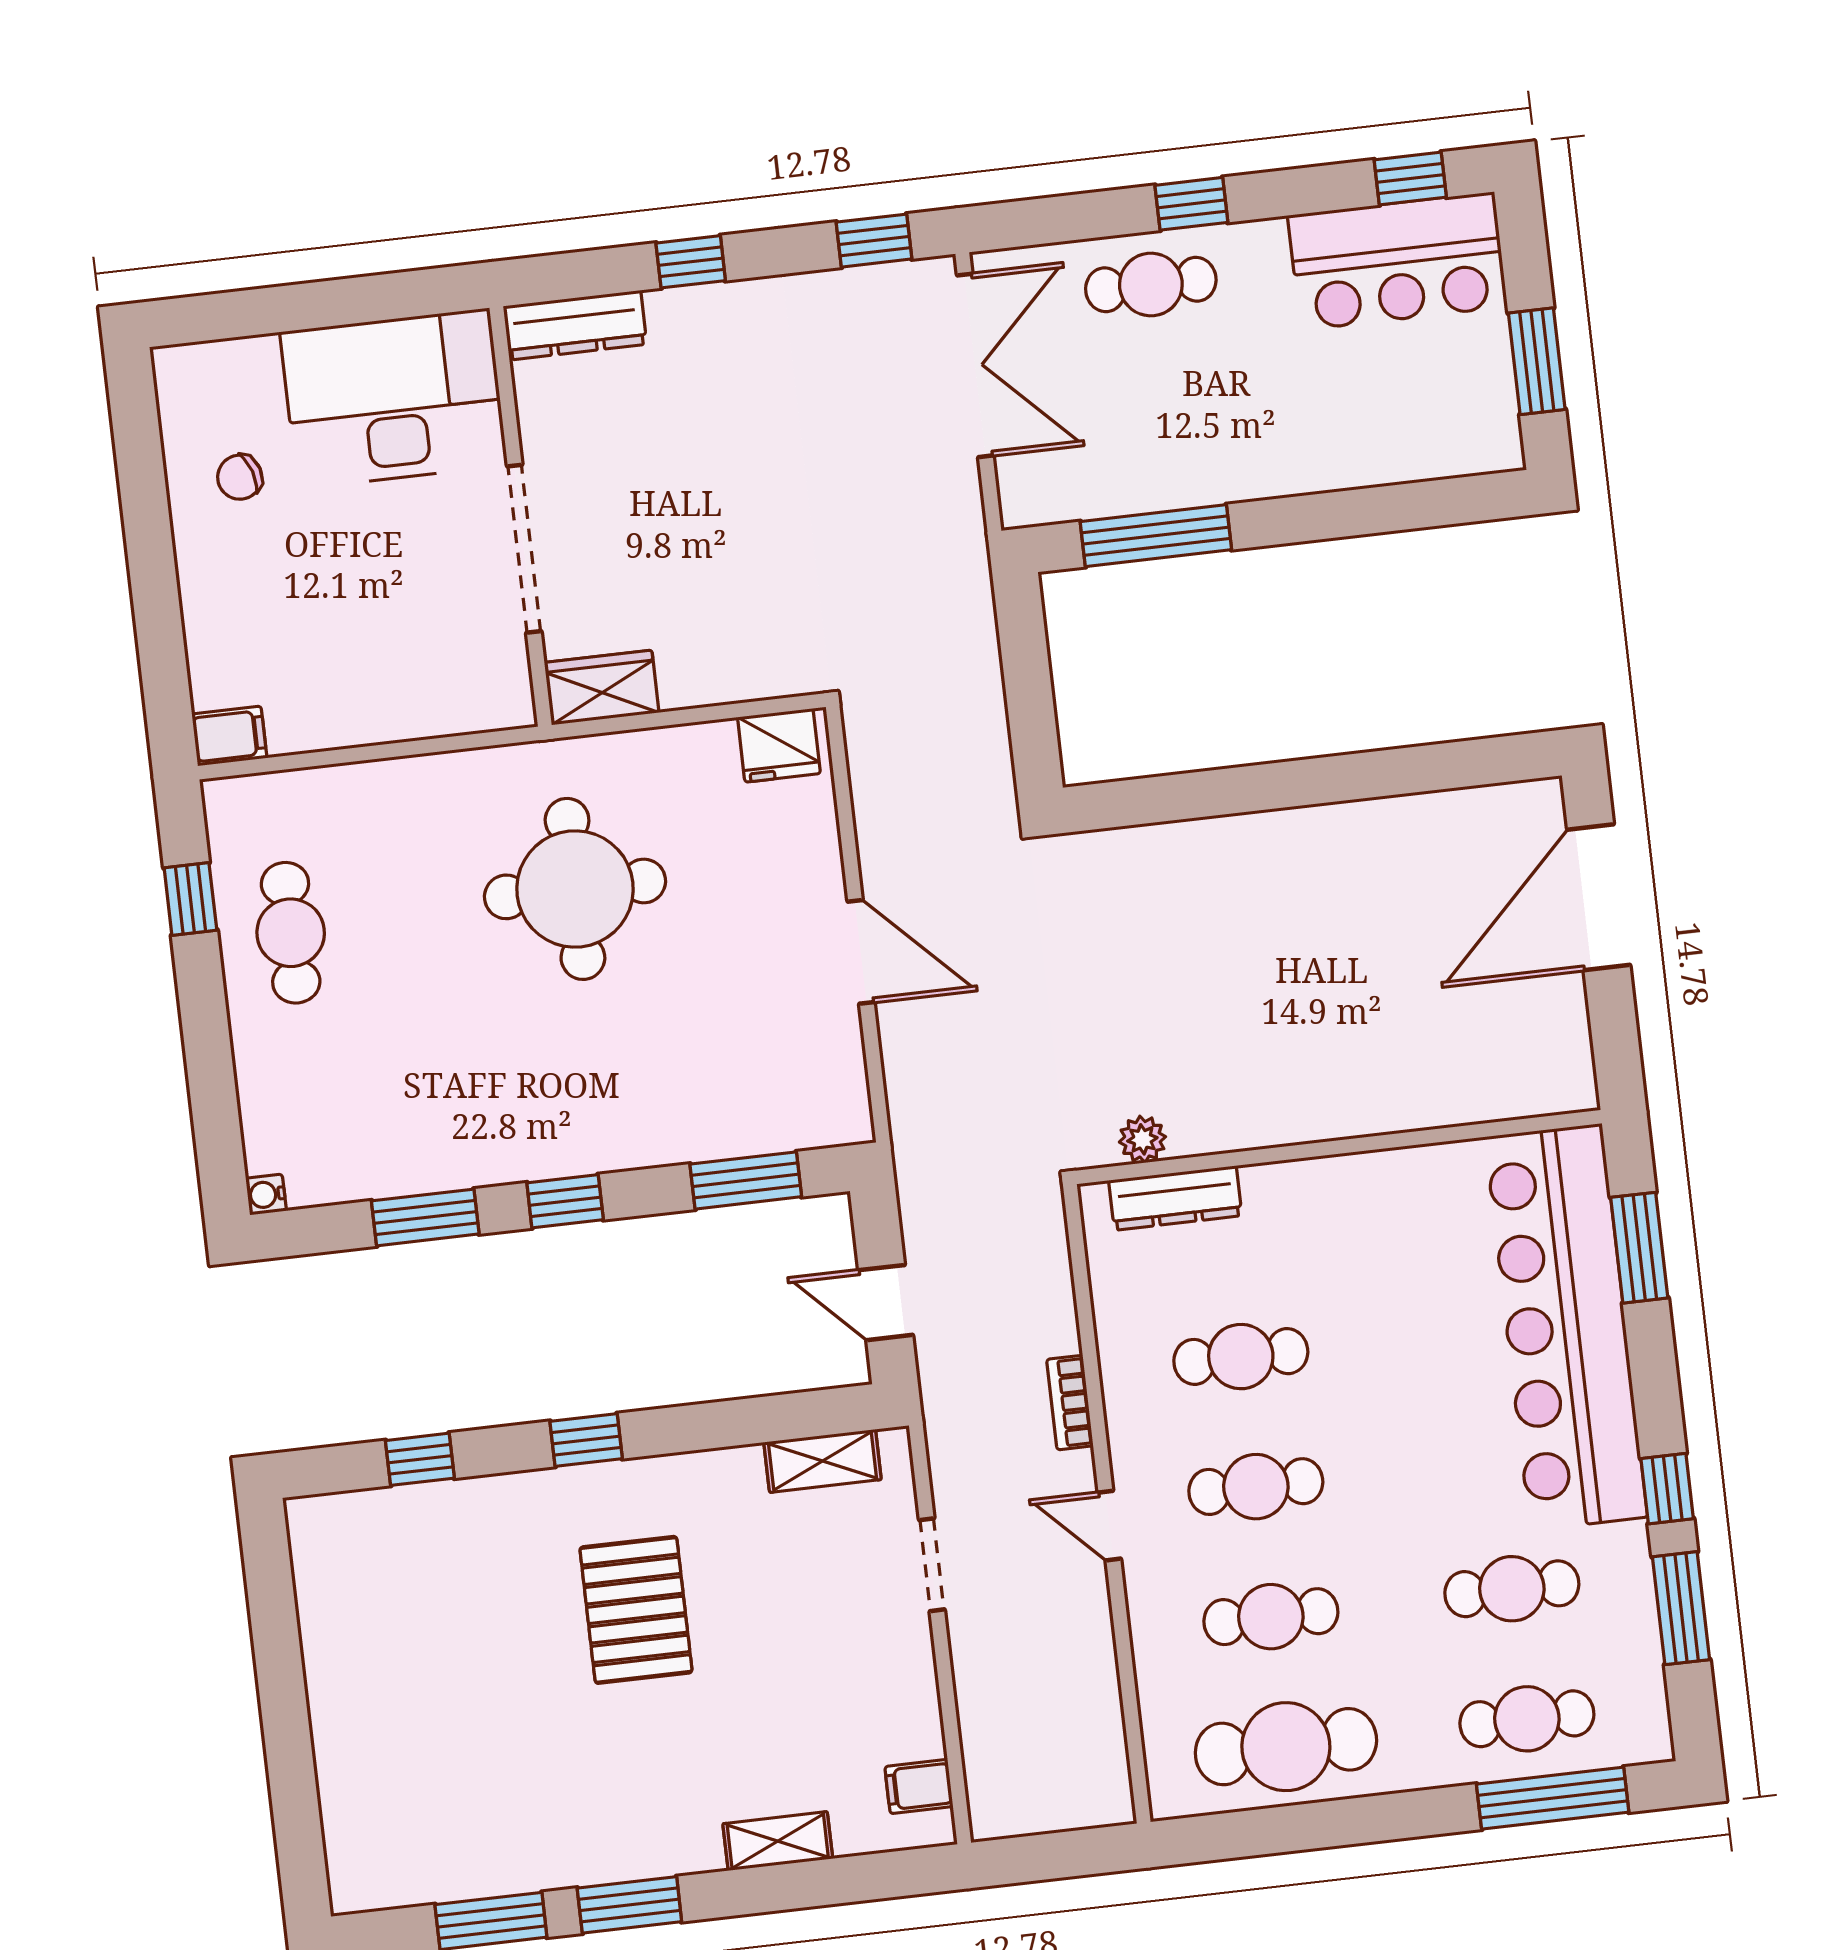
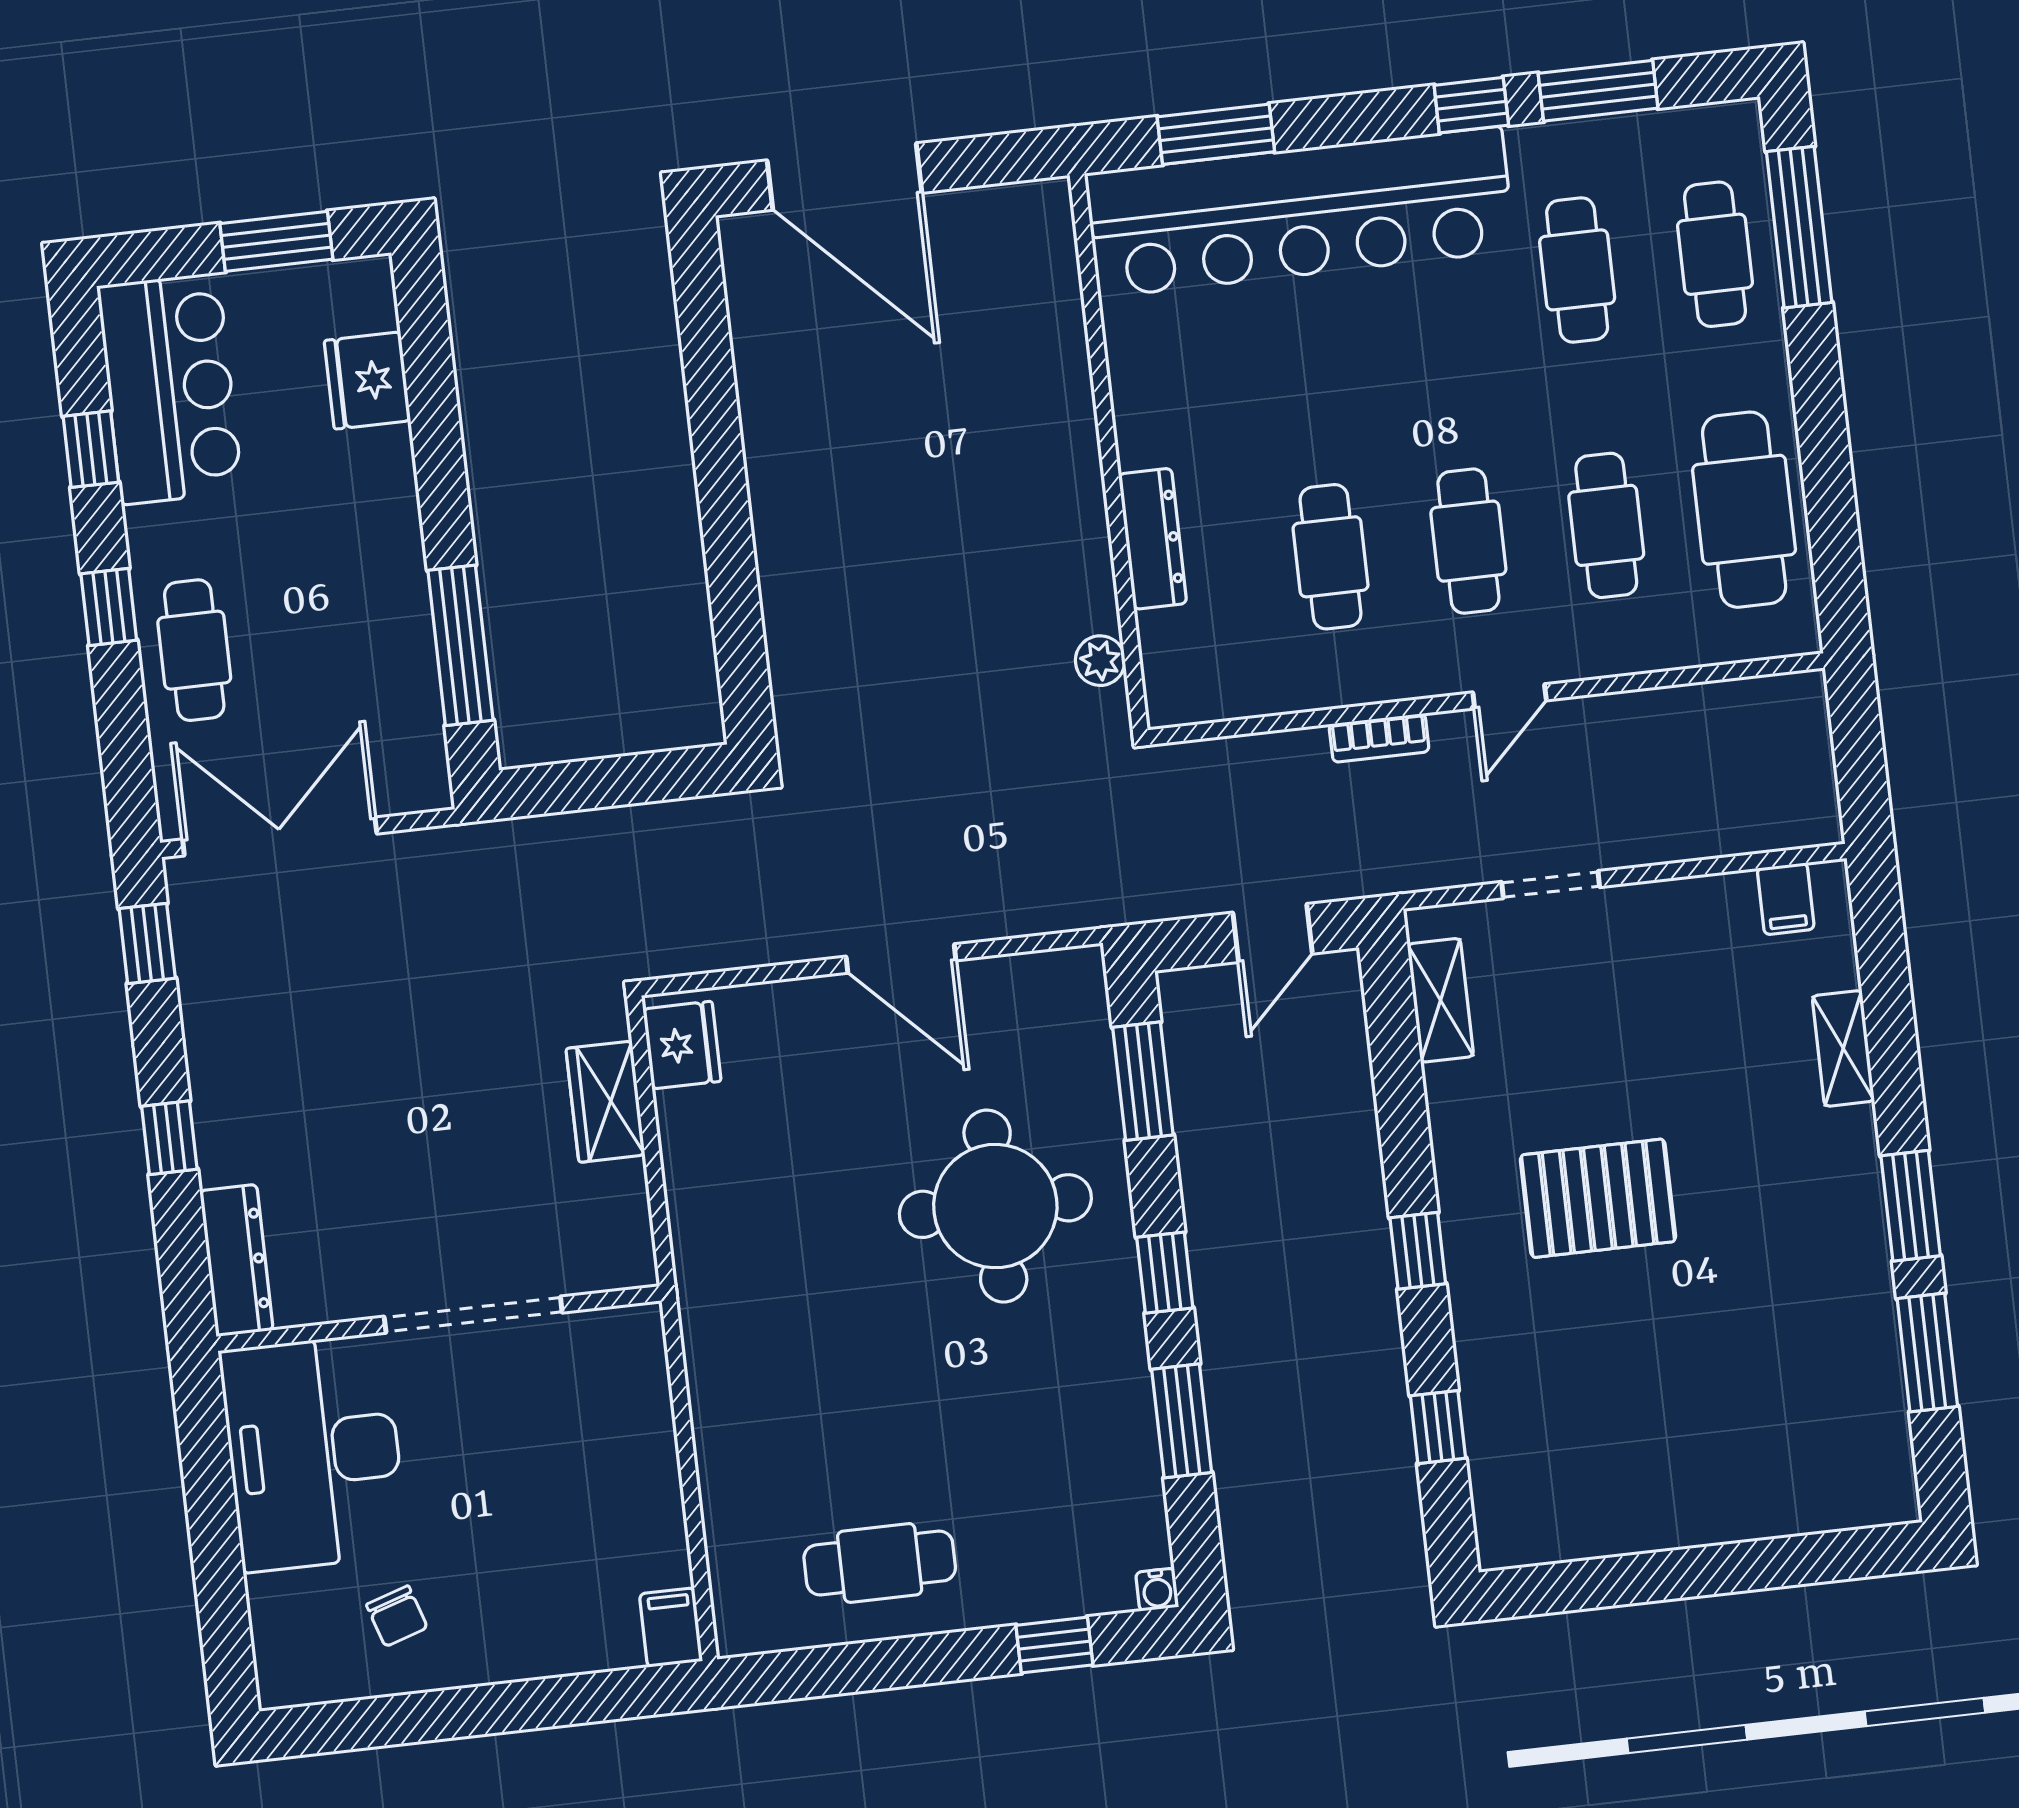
window: (1410, 179) -> (91, 449), moved
fridge: (1406, 447) -> (367, 381), added
wardrobe: (602, 688) -> (605, 1102), moved
round table: (575, 889) -> (995, 1206), moved
window: (190, 899) -> (1054, 1645), moved
door: (861, 952) -> (901, 959), swing flipped
dresser: (1175, 1198) -> (1153, 539), moved

